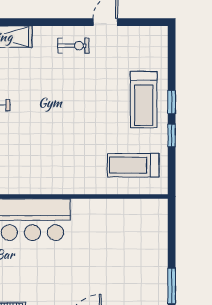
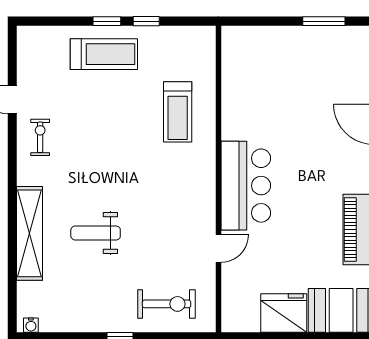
treadmill: (133, 165) -> (178, 112), moved

